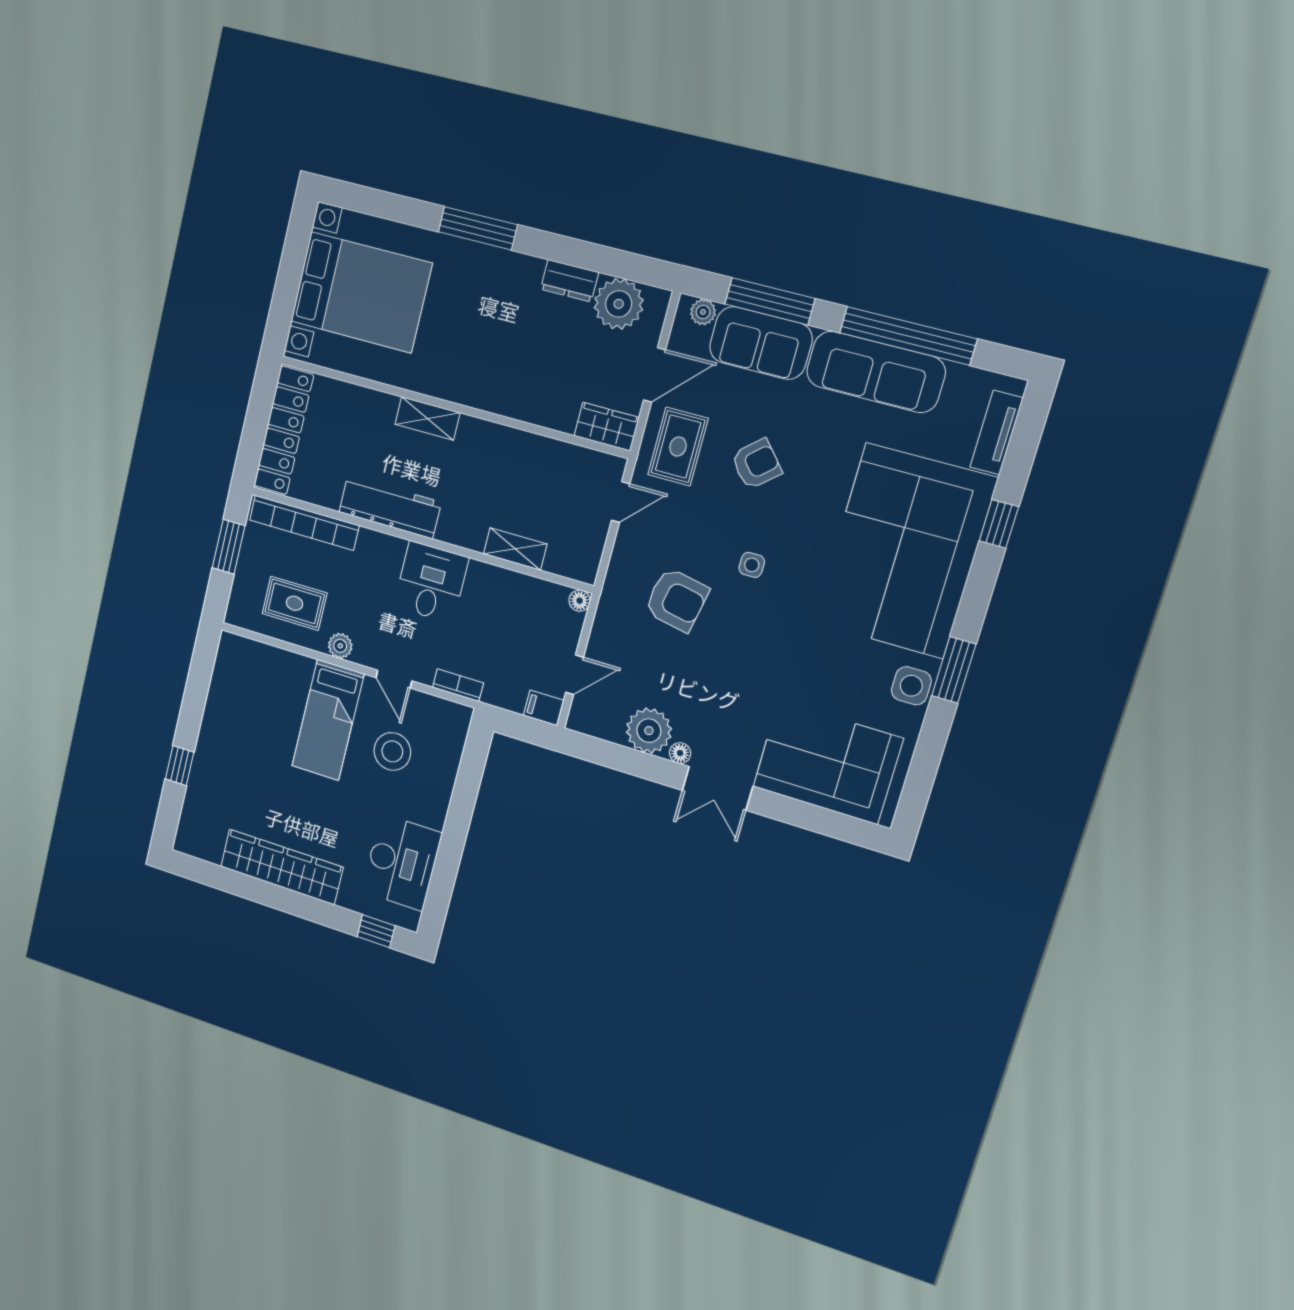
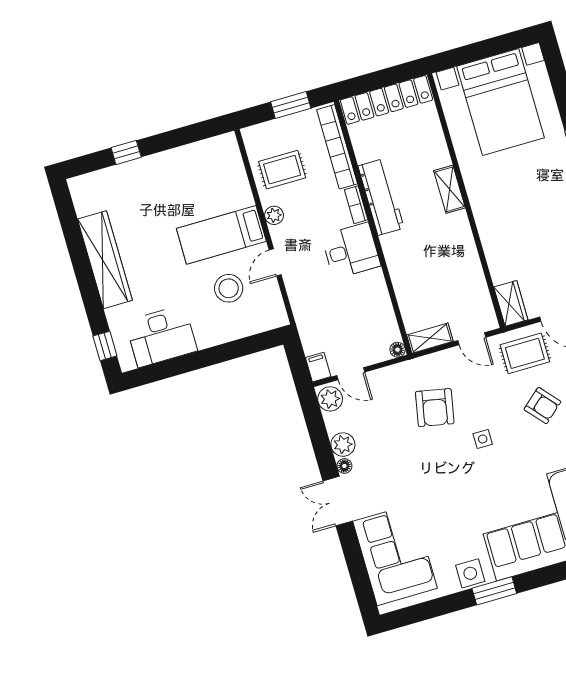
shelving: (515, 549) -> (430, 338), moved, turned 90
rug: (295, 603) -> (282, 170), turned 90
bookcase: (458, 685) -> (356, 205), moved, turned 180
plant: (590, 718) -> (330, 399), added
plant: (649, 731) -> (343, 445), width x0.73, depth x0.73

